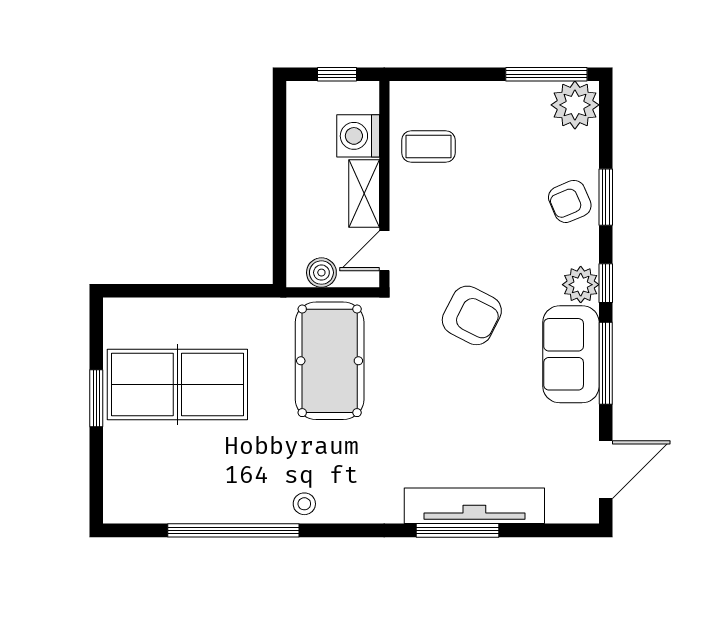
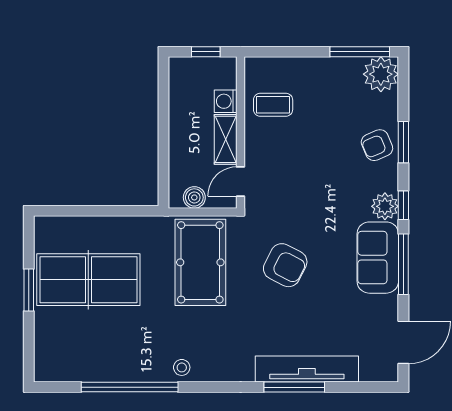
washing machine: (358, 136) -> (226, 101), width x0.73, depth x0.73
armchair: (472, 315) -> (285, 265), moved

